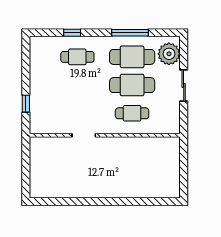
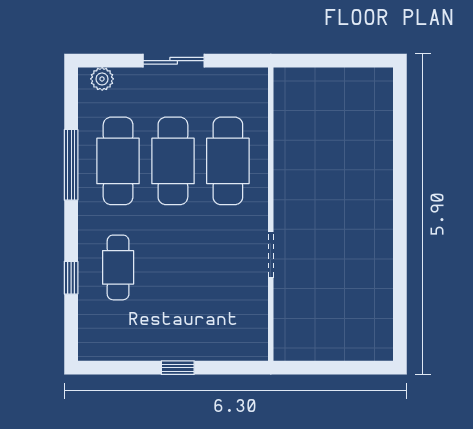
plant: (169, 54) -> (102, 79), width x0.53, depth x0.53
window: (26, 104) -> (178, 368), moved
cafe table: (132, 113) -> (228, 161), width x1.37, depth x1.35

